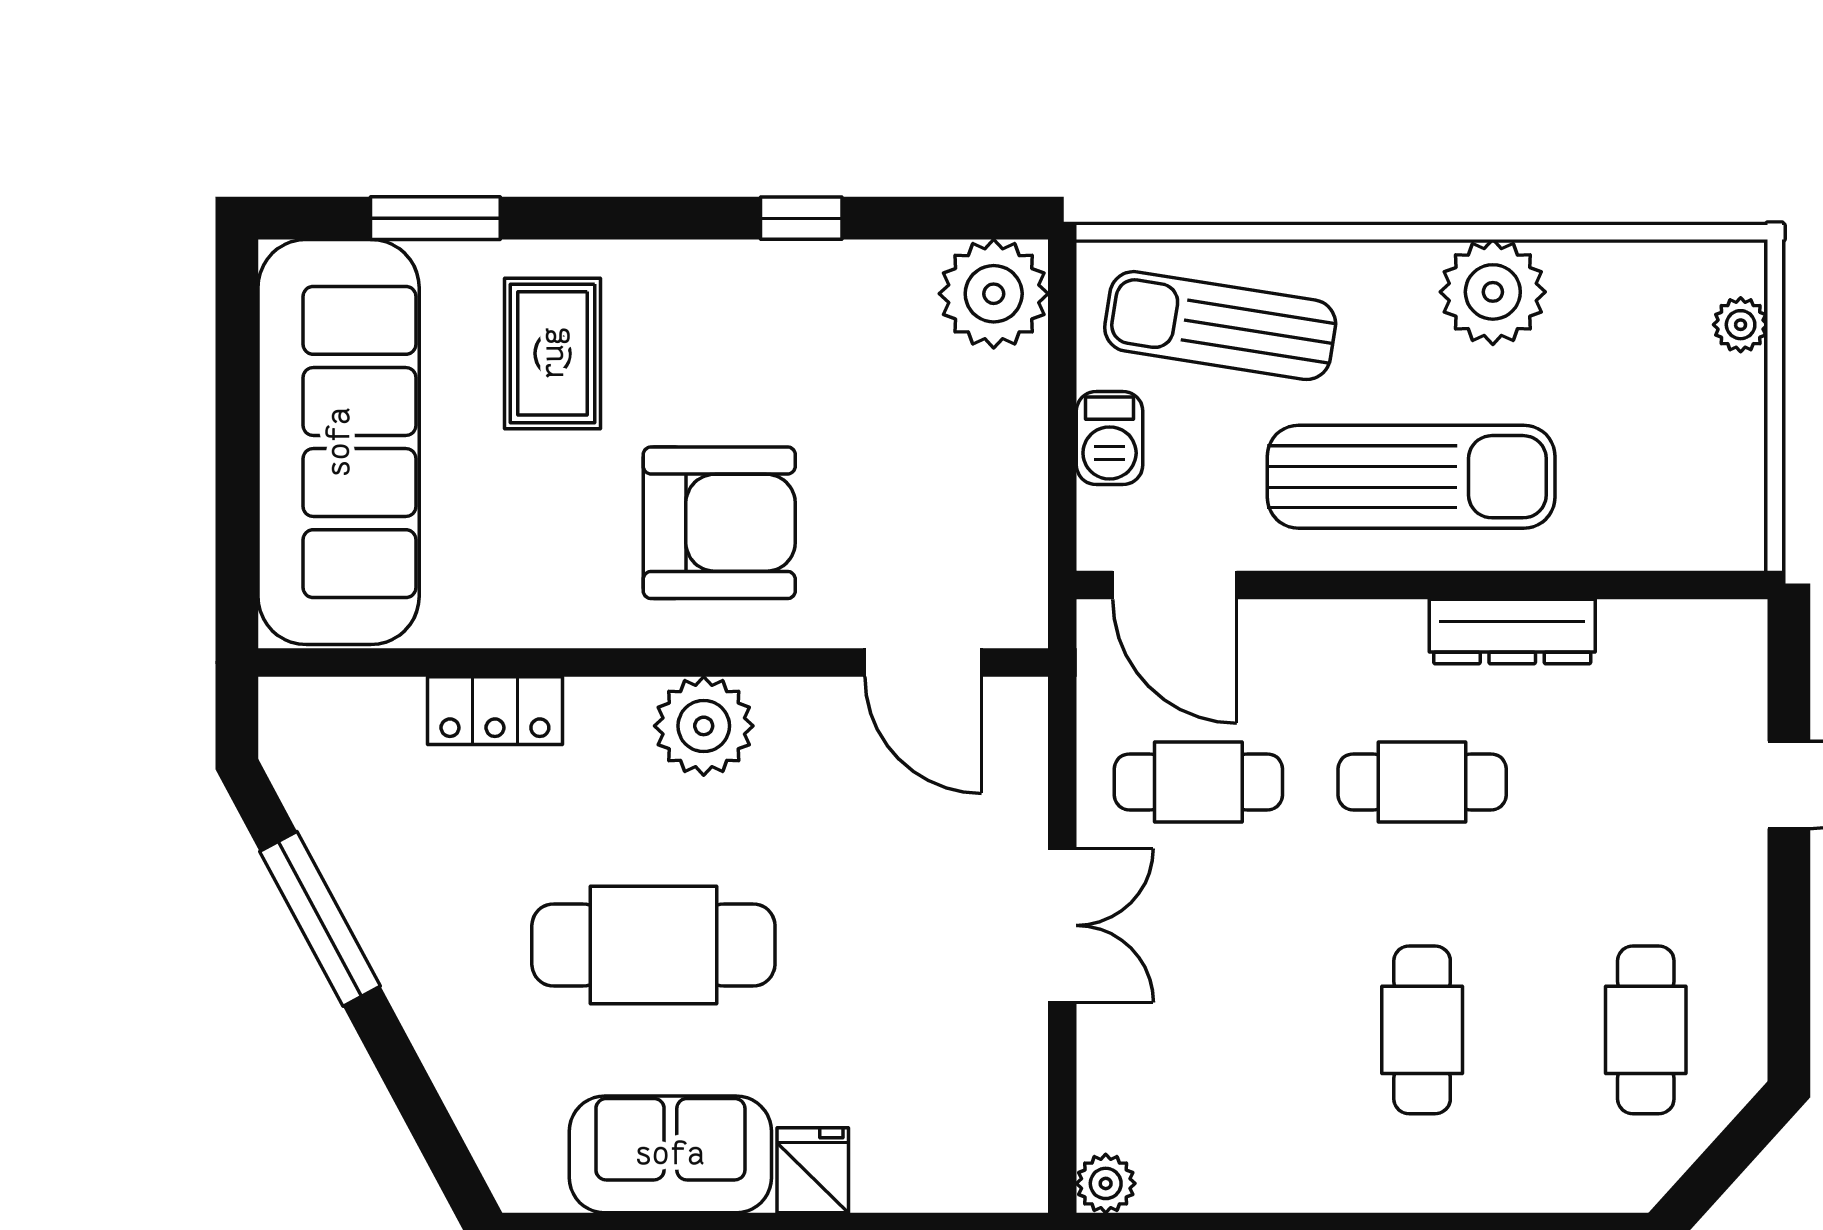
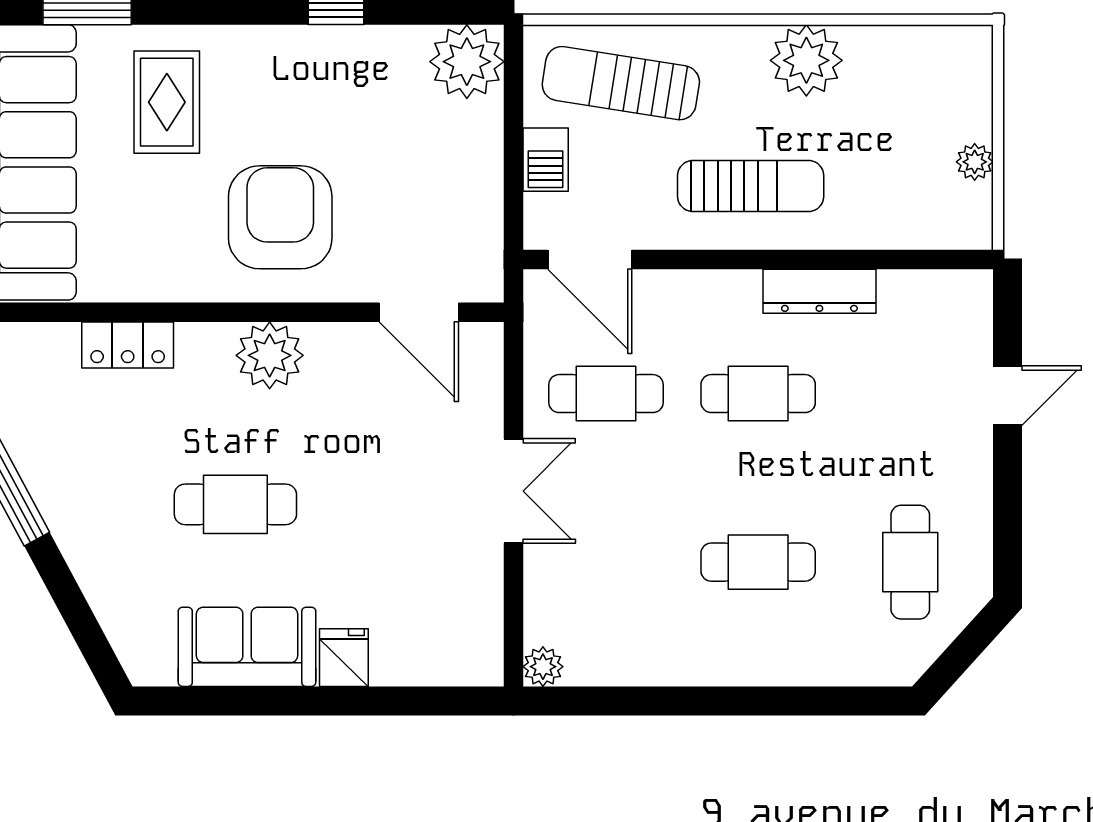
plant: (1741, 325) -> (975, 162), moved
sun lounger: (1411, 477) -> (751, 186), width x0.73, depth x0.75
armchair: (719, 523) -> (280, 217), turned -90
cafe table: (653, 945) -> (235, 504), width x0.73, depth x0.74
cafe table: (1422, 1030) -> (758, 562), turned 90

